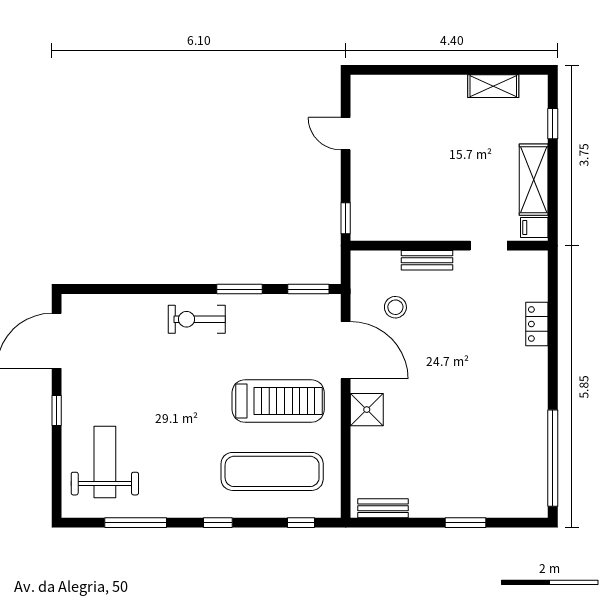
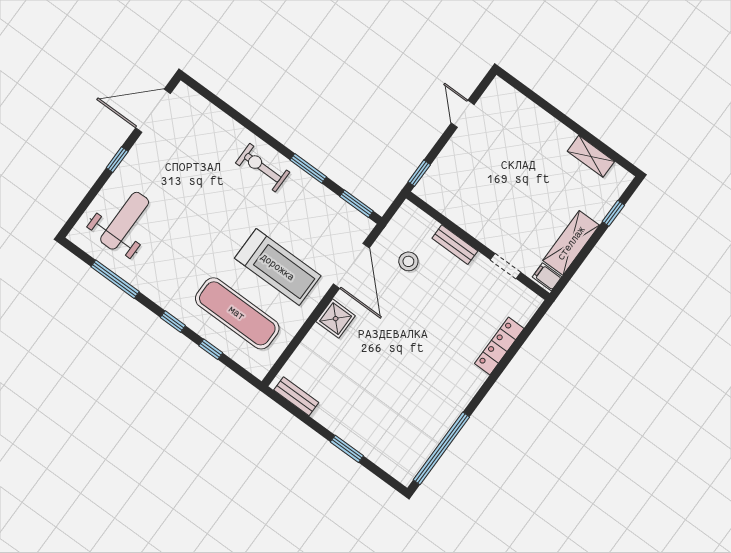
locker: (537, 324) -> (499, 346), width x1.53
window: (301, 523) -> (211, 349), moved

